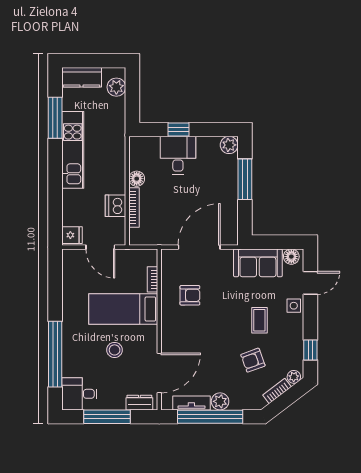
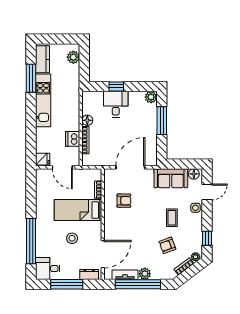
kitchen counter: (82, 77) -> (43, 59), moved, turned -90

